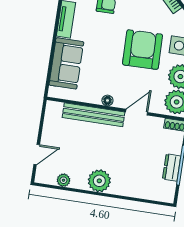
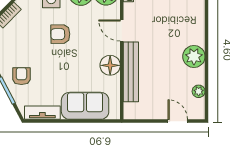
armchair: (143, 50) -> (60, 34), width x0.53, depth x0.53
floor lamp: (107, 100) -> (110, 65), width x1.89, depth x1.89

